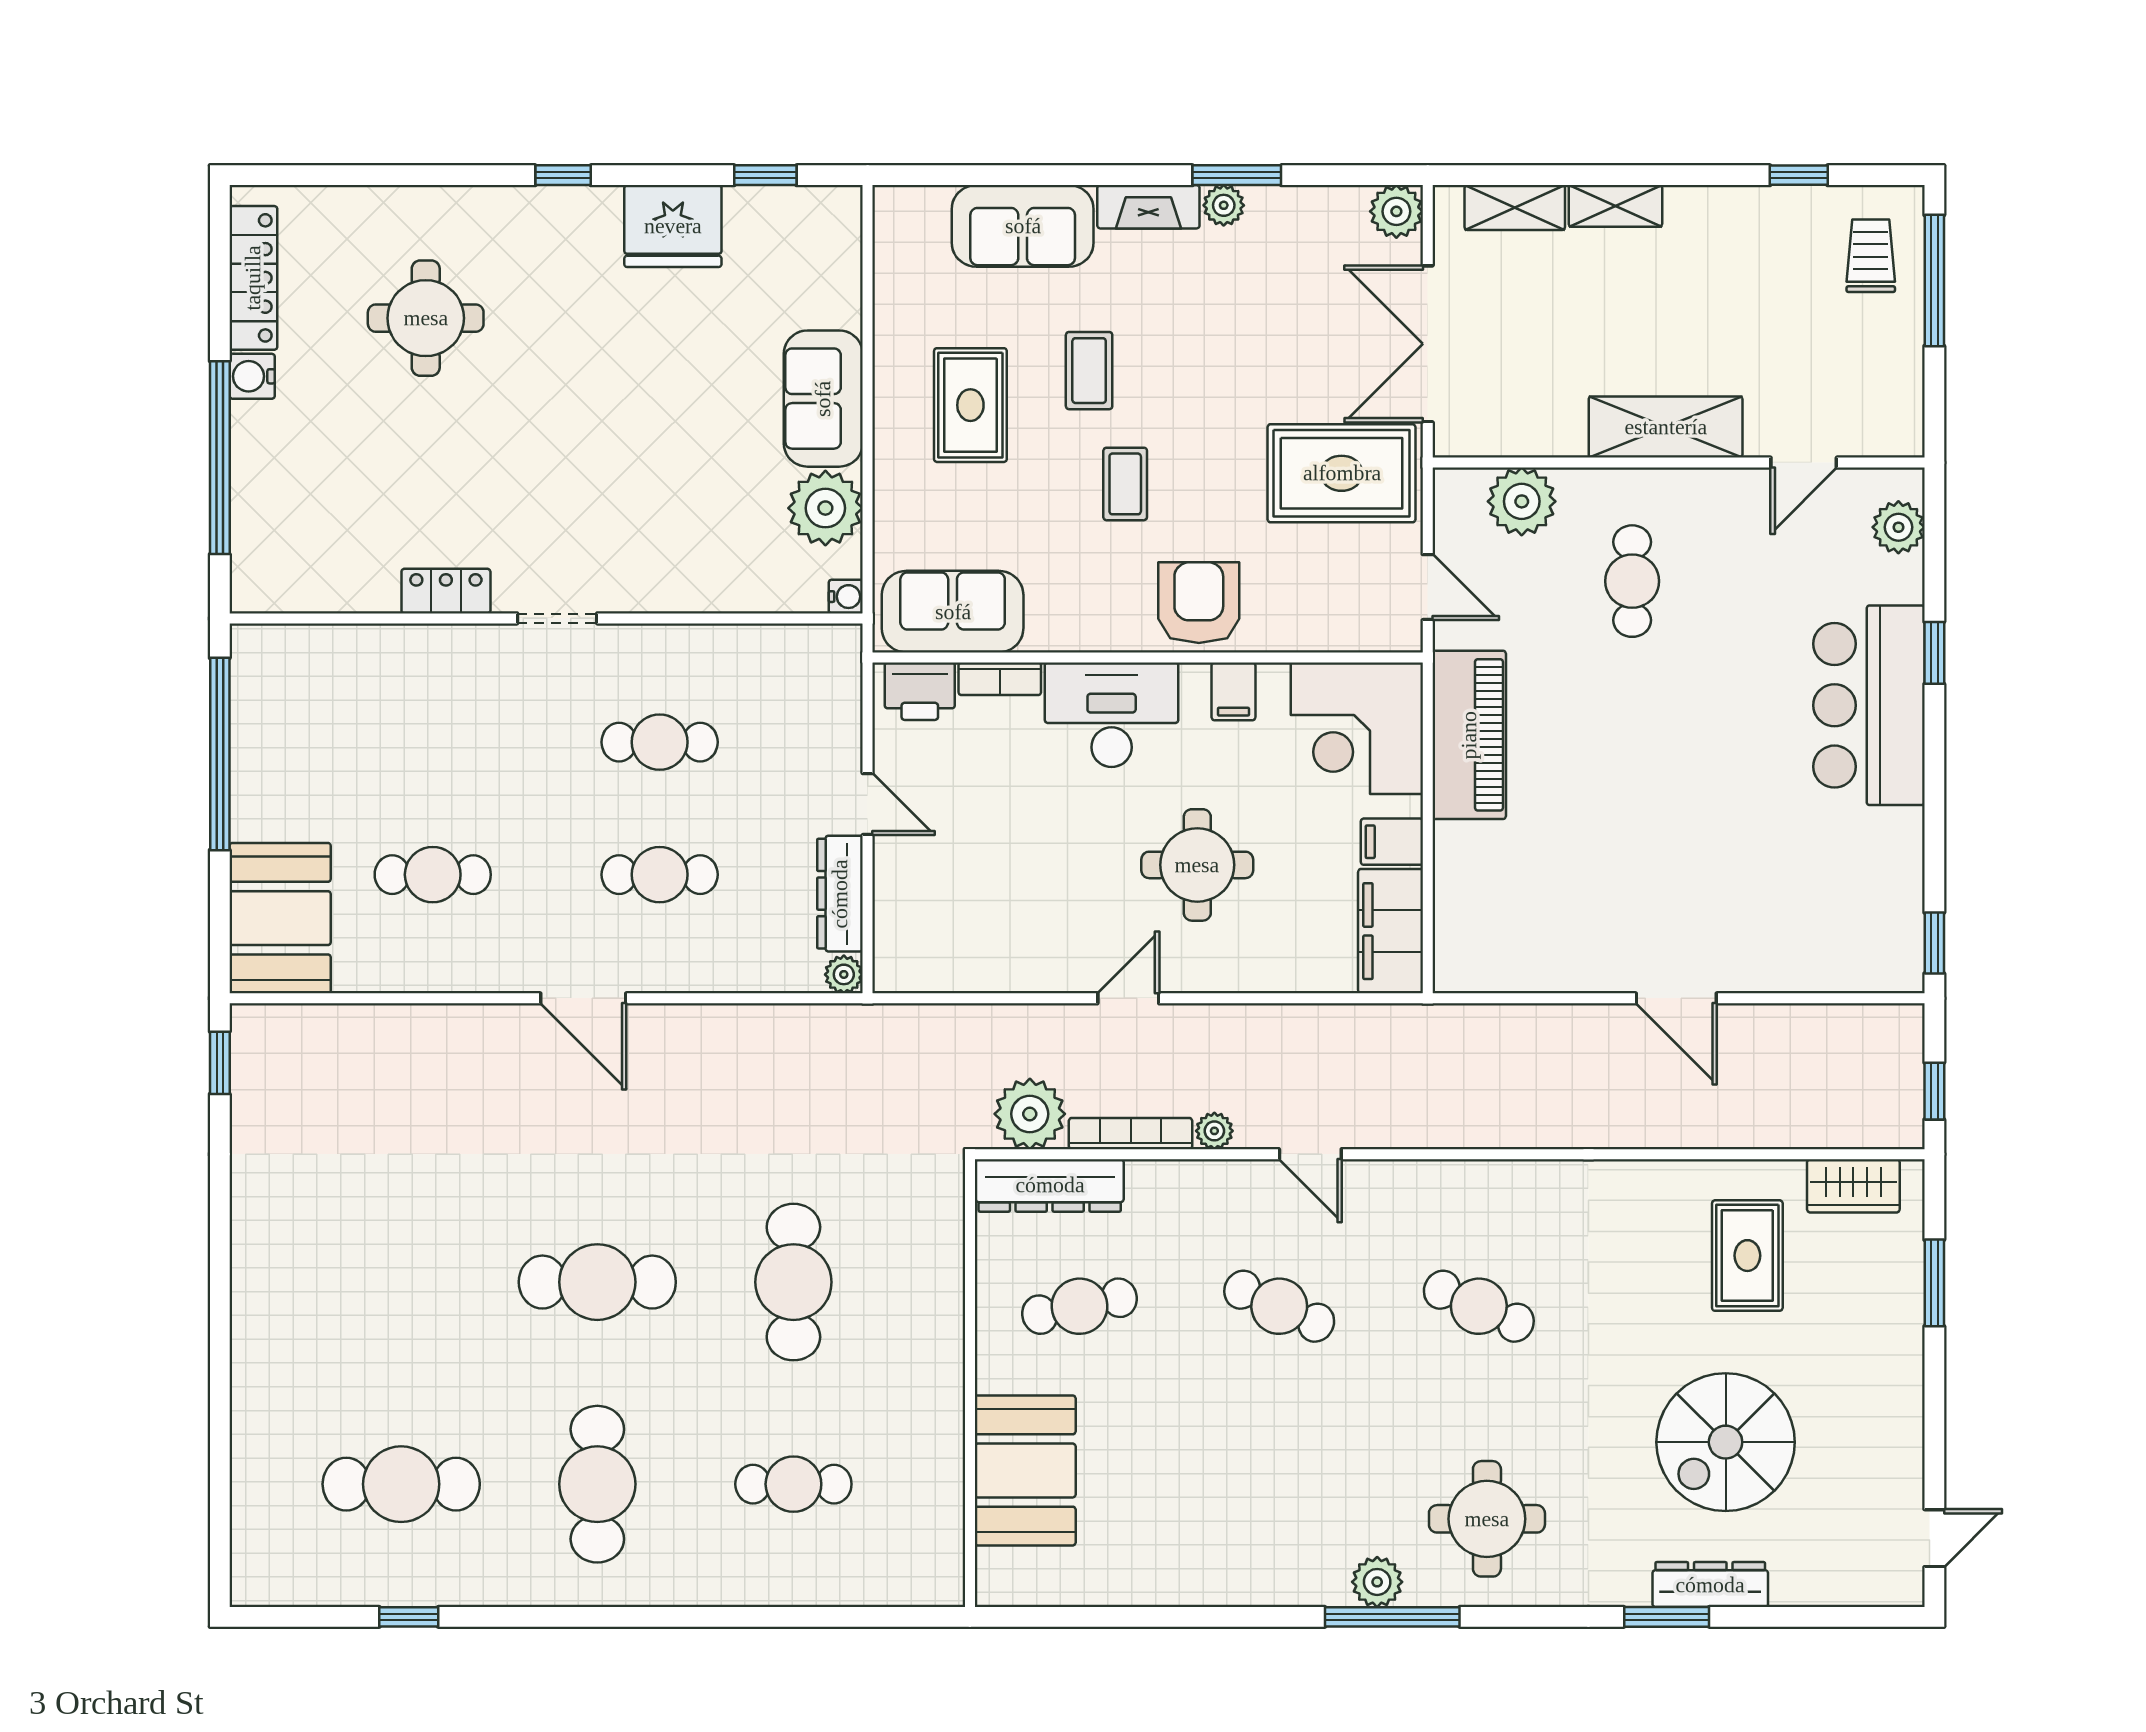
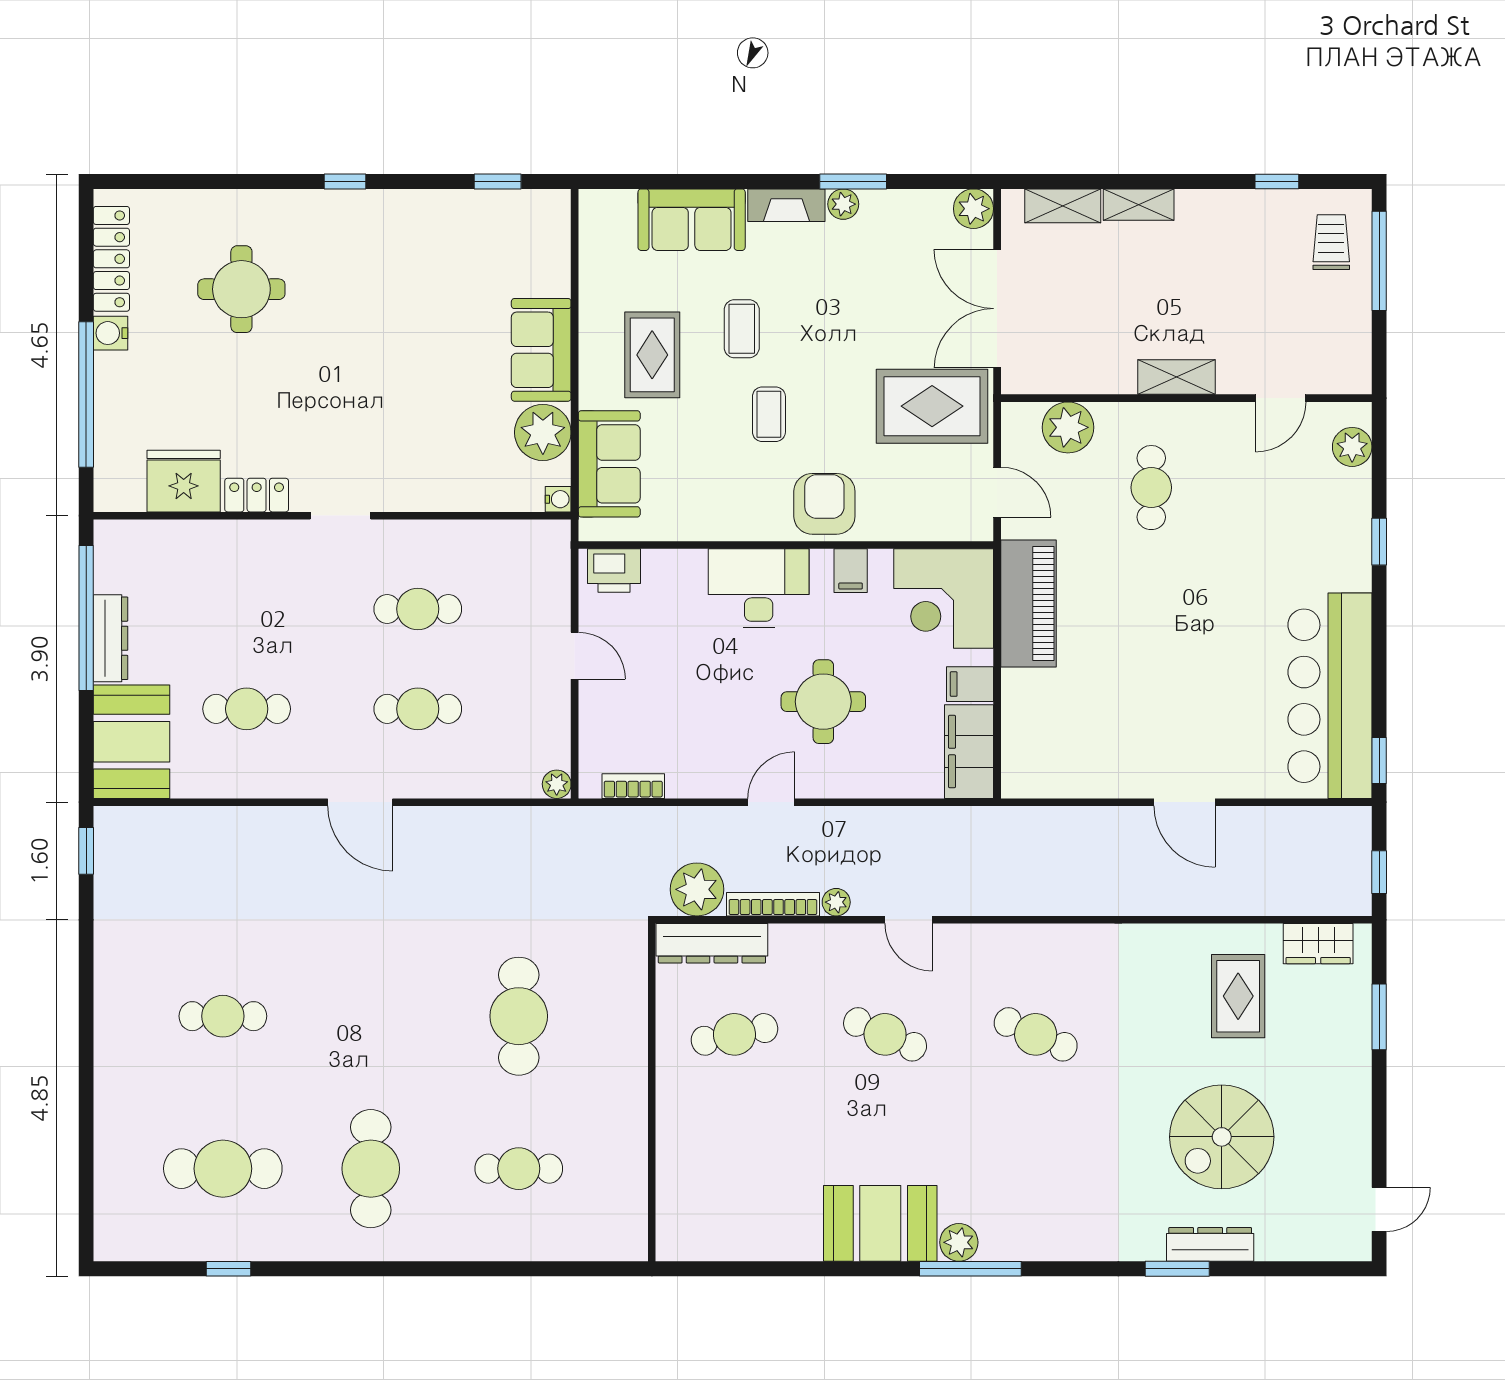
fridge: (673, 226) -> (184, 481), moved, turned 180
shelving: (1666, 427) -> (1176, 377), width x0.67, depth x0.75
sofa: (953, 612) -> (609, 464), moved, turned 90
bookcase: (1000, 679) -> (633, 786), moved, turned 180
bar counter: (1869, 705) -> (1330, 696), moved, width x1.36
dresser: (840, 894) -> (111, 638), moved, turned 180
cafe table: (597, 1282) -> (223, 1016), moved, width x0.73, depth x0.74
booth: (1025, 1470) -> (880, 1223), moved, turned 90
round table: (1487, 1519) -> (1042, 1195), removed

